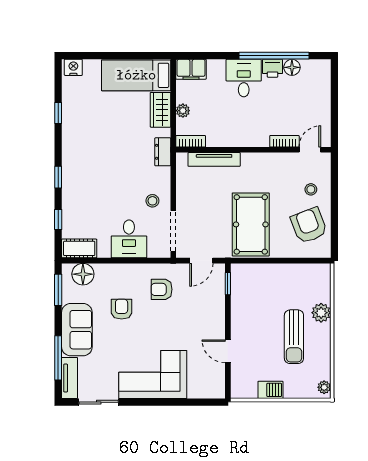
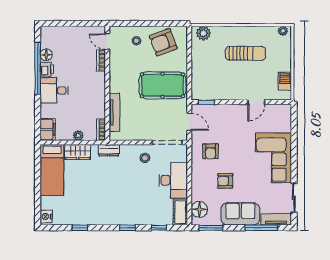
desk: (129, 239) -> (173, 180), width x1.37
plant: (321, 313) -> (203, 33), moved
barbecue: (270, 390) -> (285, 81), moved

